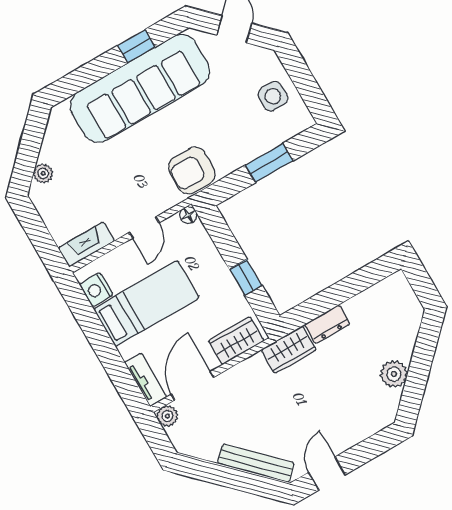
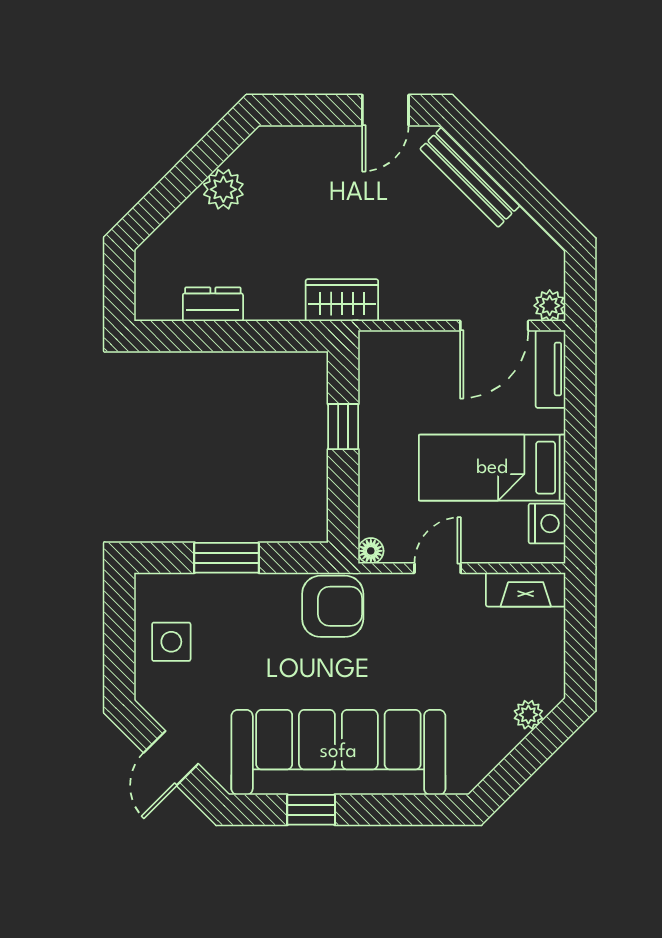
dresser: (327, 324) -> (213, 304), moved
wardrobe: (236, 341) -> (403, 351), removed

